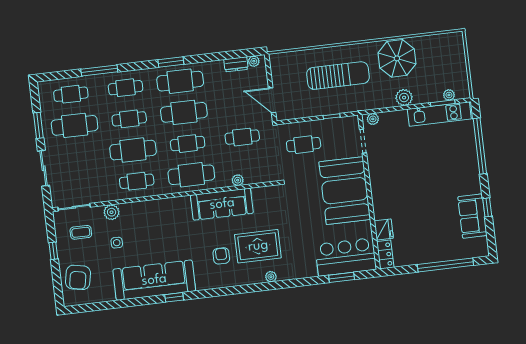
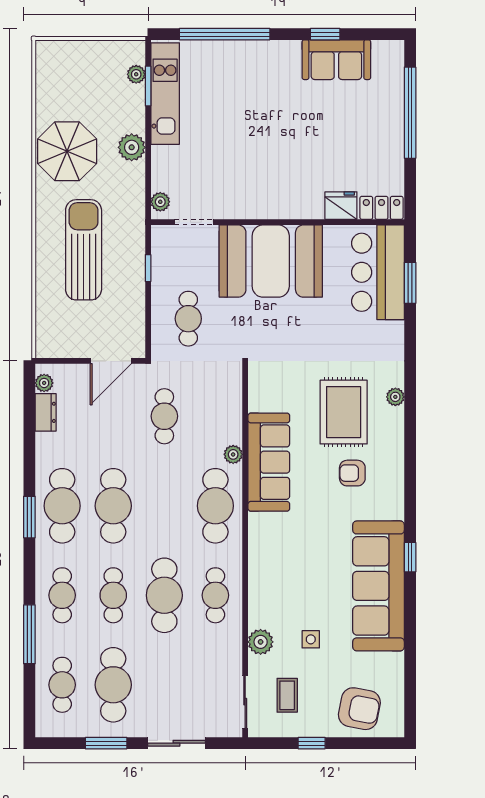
cafe table: (188, 144) -> (164, 506), removed
plant: (238, 180) -> (233, 454), moved

